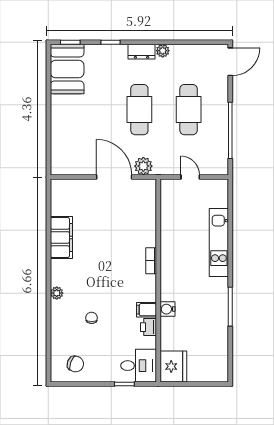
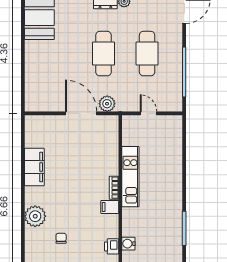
kitchen unit: (219, 242) -> (130, 177), moved, turned 180
plant: (57, 293) -> (35, 216), width x1.87, depth x1.87
water cooler: (167, 309) -> (128, 244), moved
filing cabinet: (146, 310) -> (110, 207), moved

